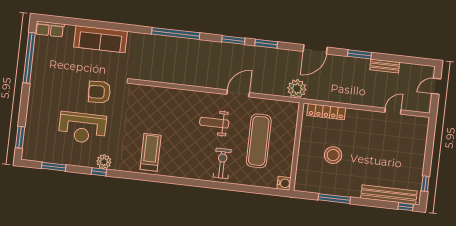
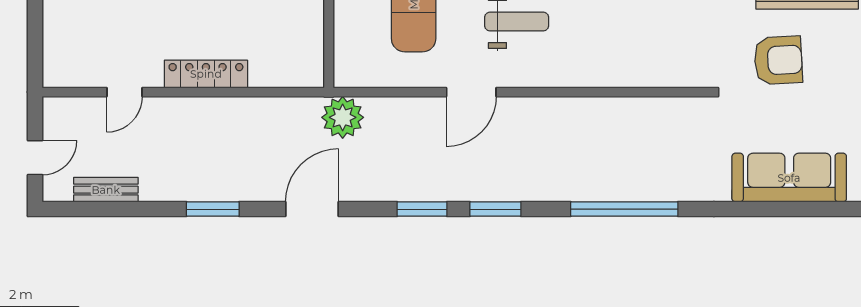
bench: (385, 66) -> (106, 190), moved
locker: (326, 112) -> (206, 74), moved

